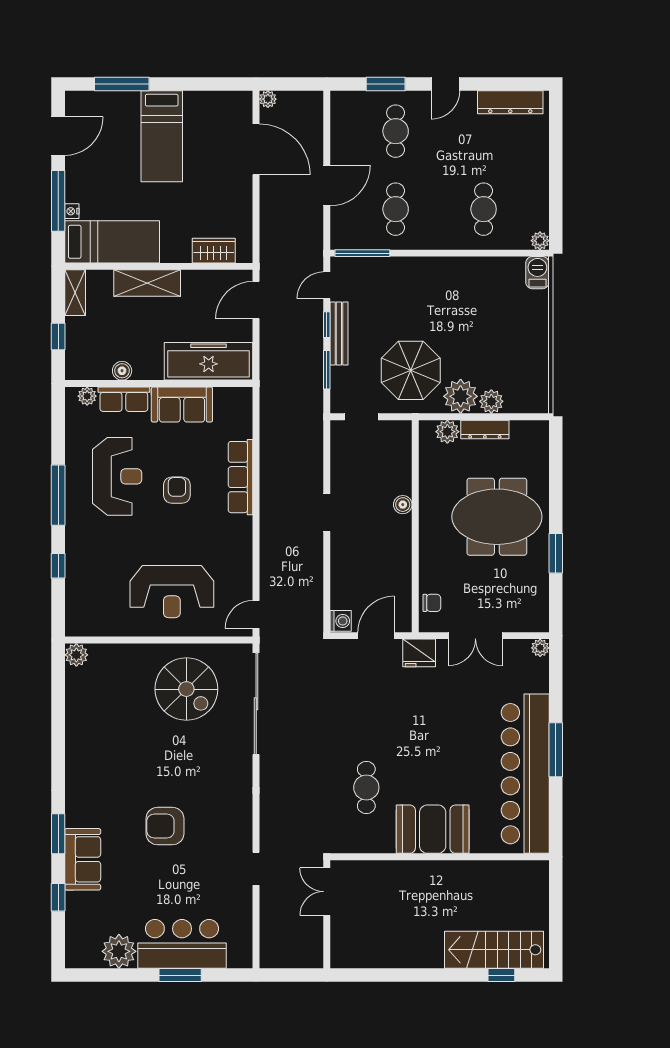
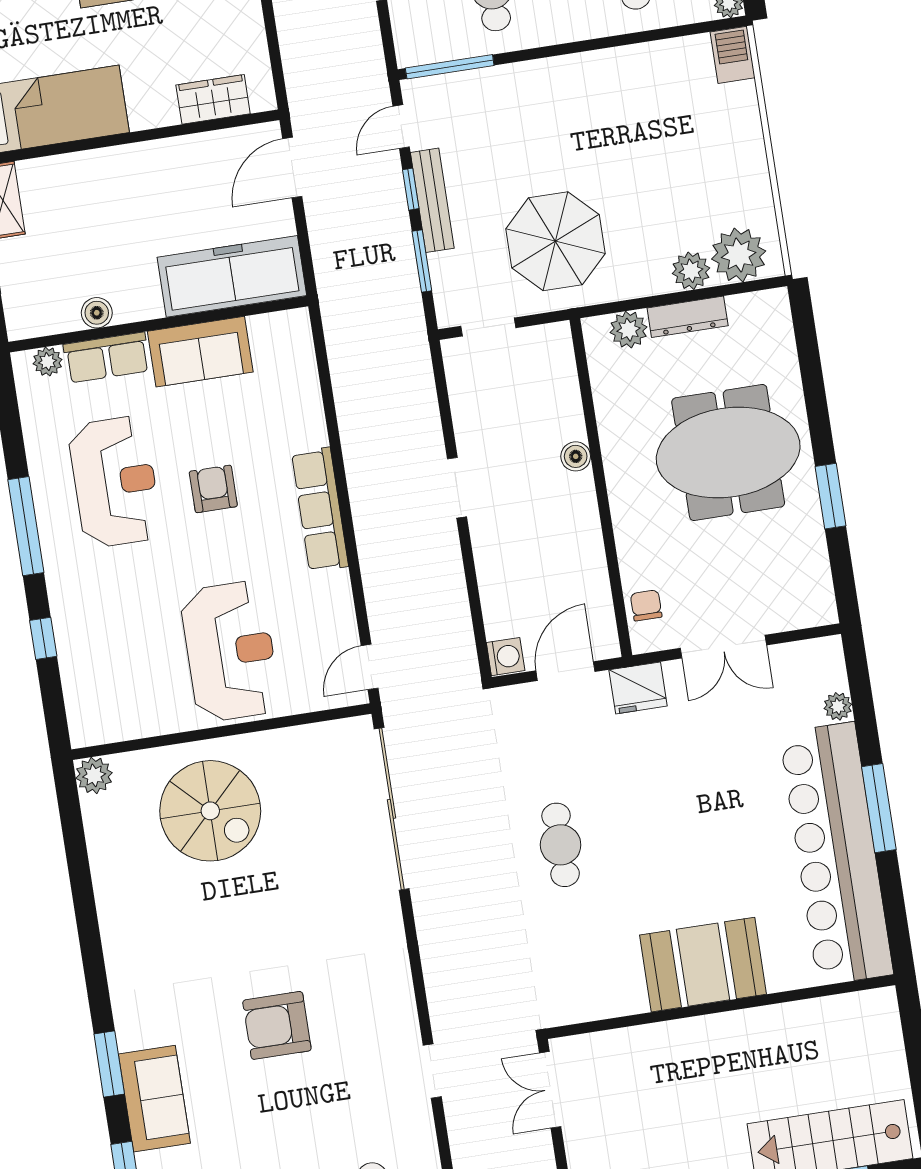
shelving: (147, 283) -> (115, 167), removed
plant: (461, 396) -> (739, 255), moved
row of seats: (241, 477) -> (320, 510), moved
reception desk: (172, 592) -> (230, 651), turned -90
chair: (432, 603) -> (646, 605), turned -90
plant: (540, 648) -> (838, 706), moved
spiral stairs: (186, 689) -> (210, 811), moved
cafe table: (366, 788) -> (561, 845), moved

